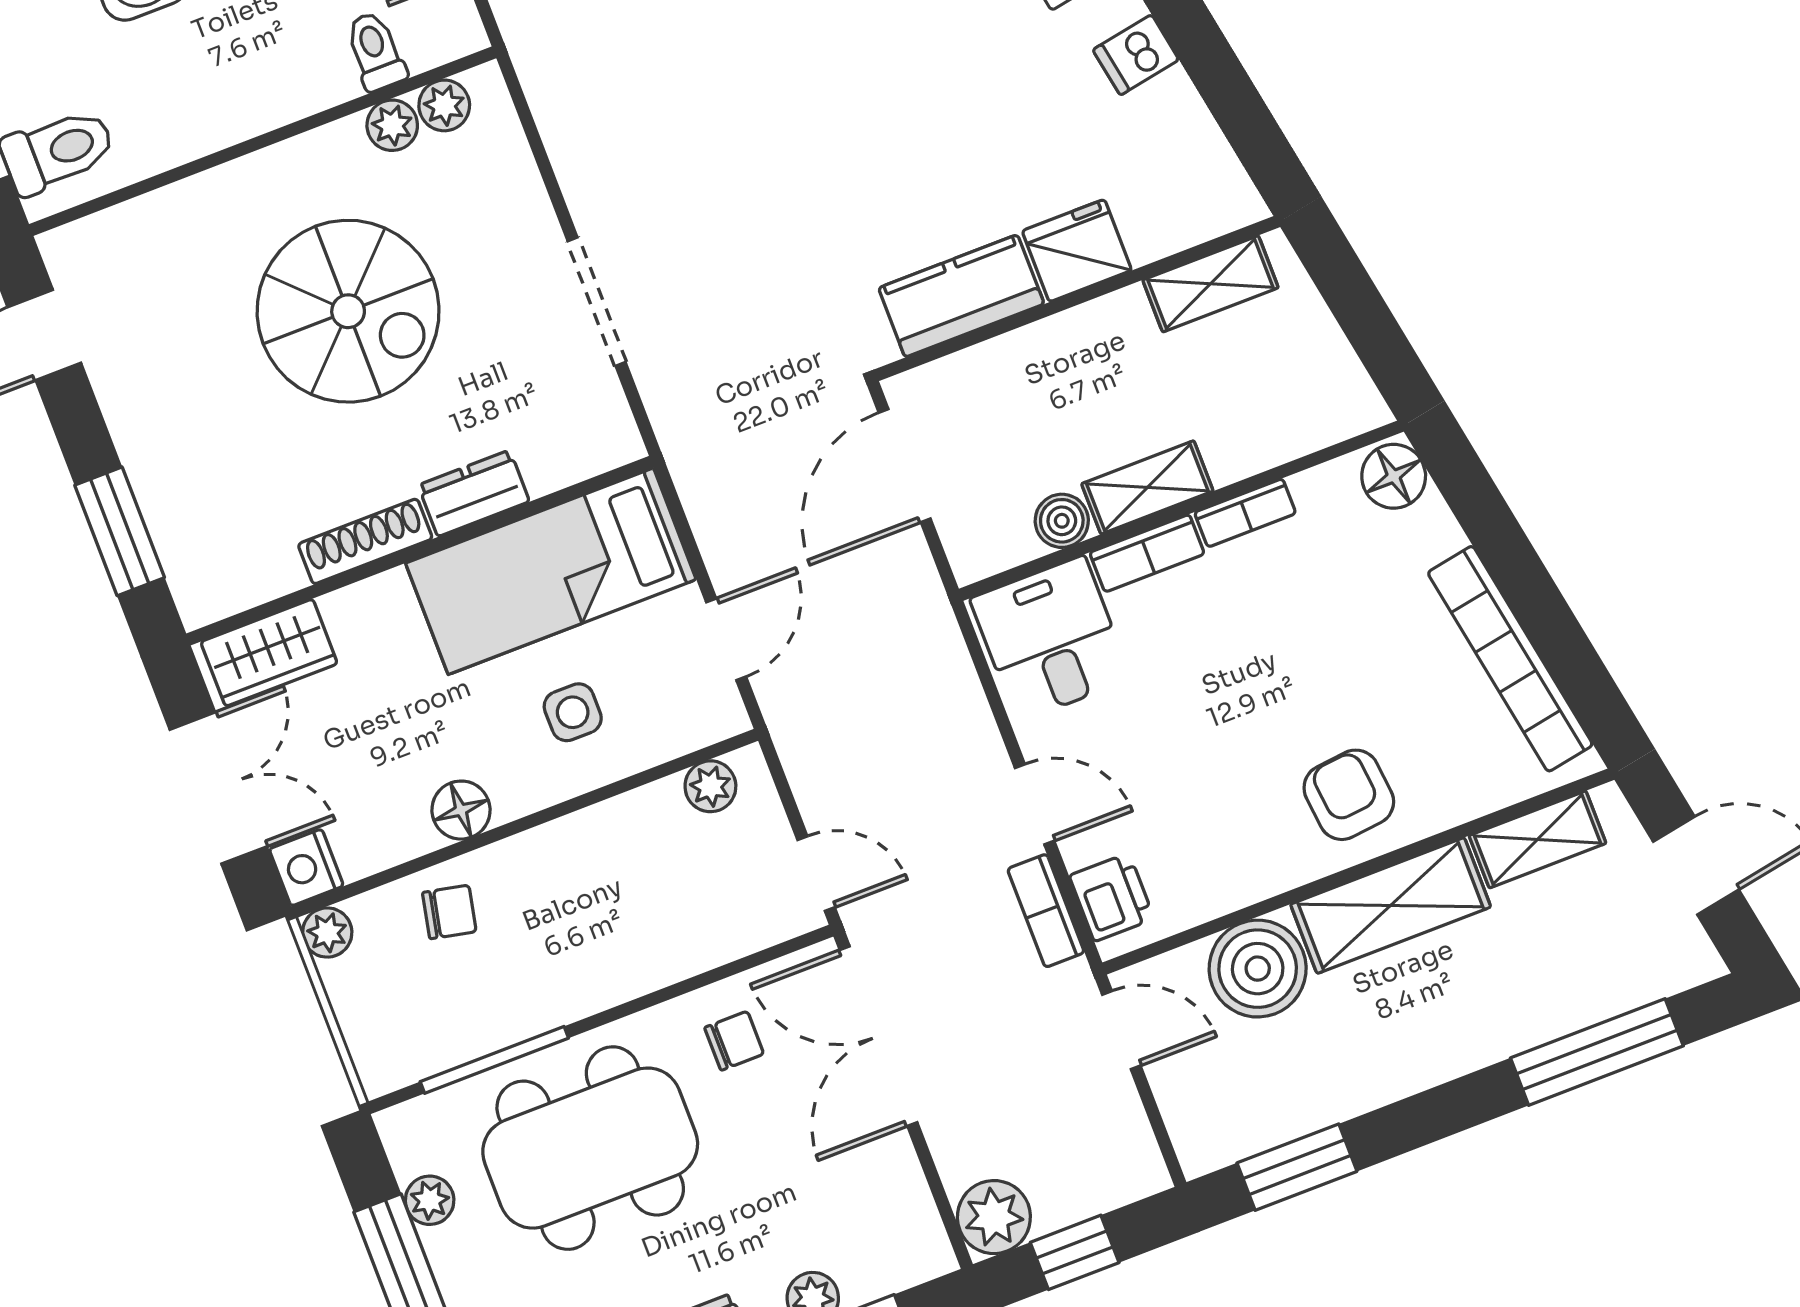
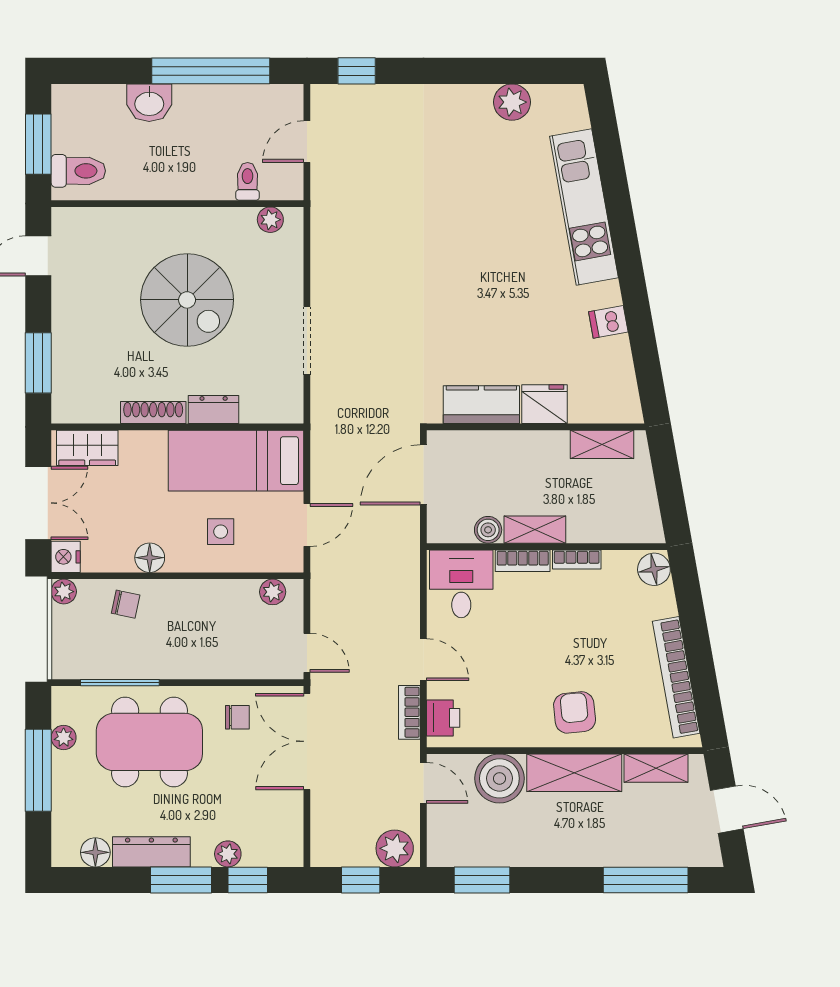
plant: (392, 125) -> (242, 220), removed
plant: (994, 1217) -> (395, 848), moved

